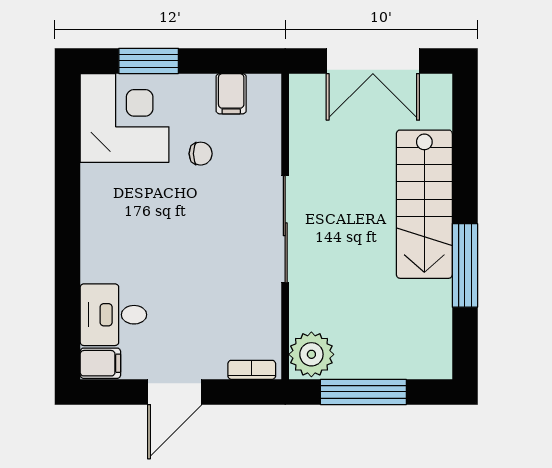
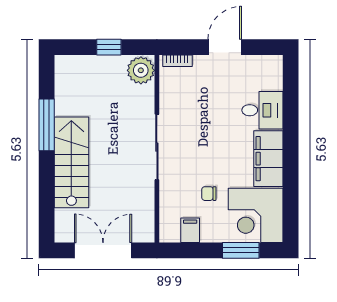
desk: (113, 315) -> (262, 110), moved
filing cabinet: (100, 363) -> (268, 159), moved, width x3.00, depth x1.17
window: (363, 392) -> (109, 47), width x0.46

